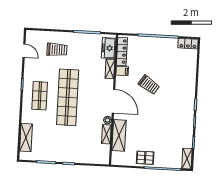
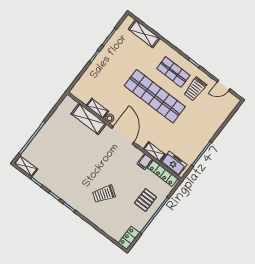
trolley: (57, 50) -> (195, 89), moved
trolley: (149, 85) -> (104, 194), moved
door: (113, 101) -> (123, 135), swing flipped
pallet: (145, 158) -> (146, 200), moved

